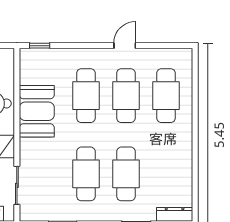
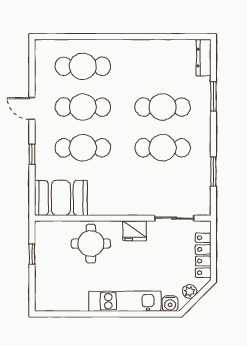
window: (40, 46) -> (32, 154), moved
booth: (37, 111) -> (61, 198), moved

